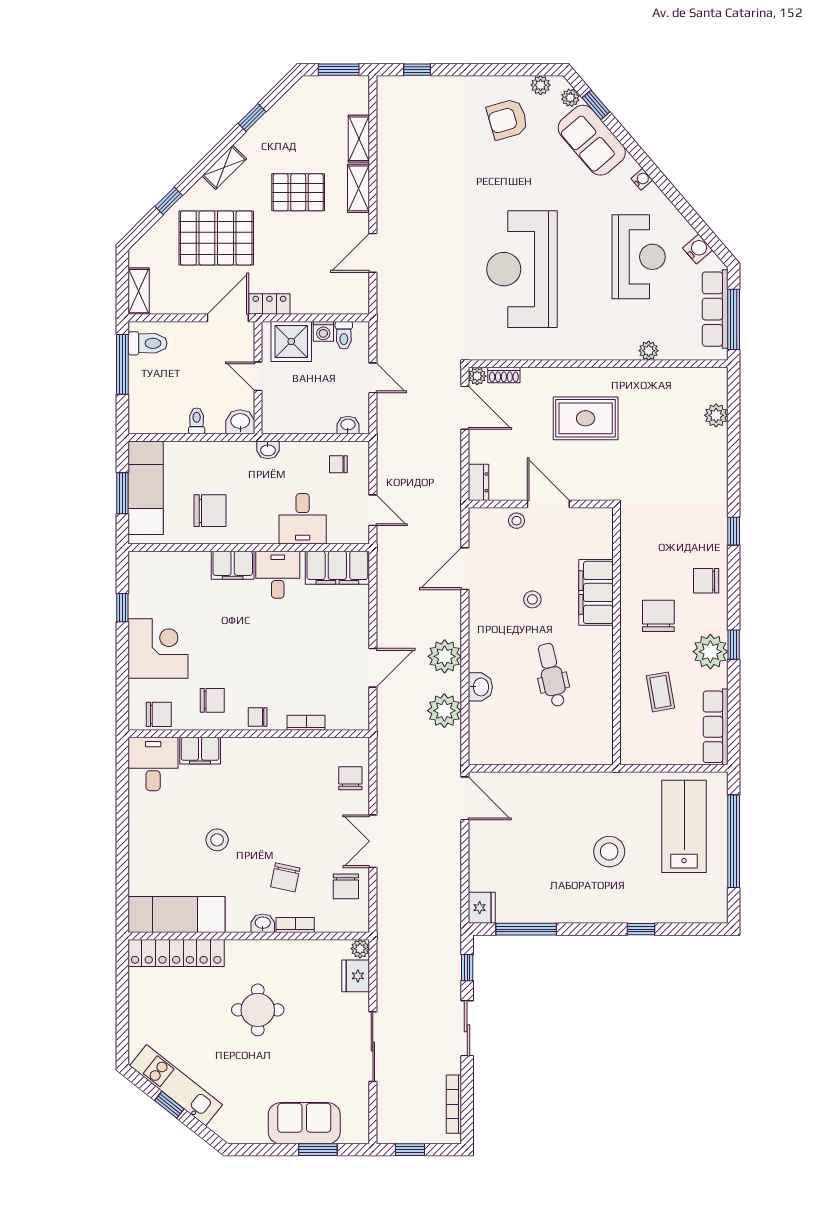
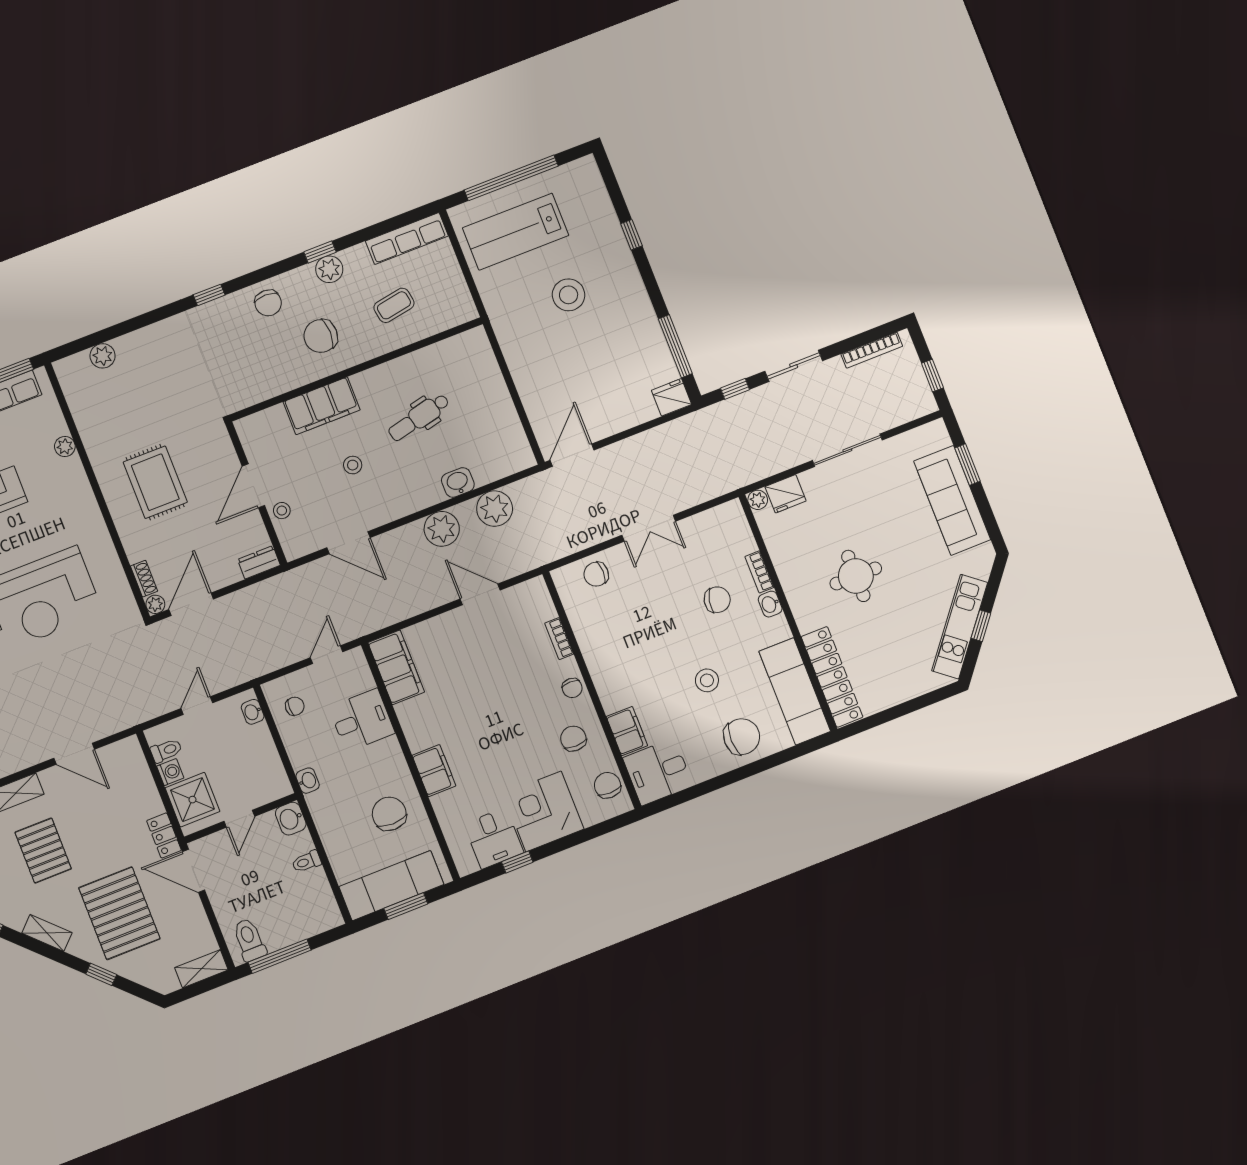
chair: (338, 464) -> (295, 706), turned -90
desk: (278, 575) -> (494, 838), moved, turned -90
plant: (710, 652) -> (329, 269), width x0.73, depth x0.73
chair: (346, 886) -> (742, 737), moved, width x1.37, depth x1.37
sofa: (304, 1123) -> (952, 500), width x1.36

